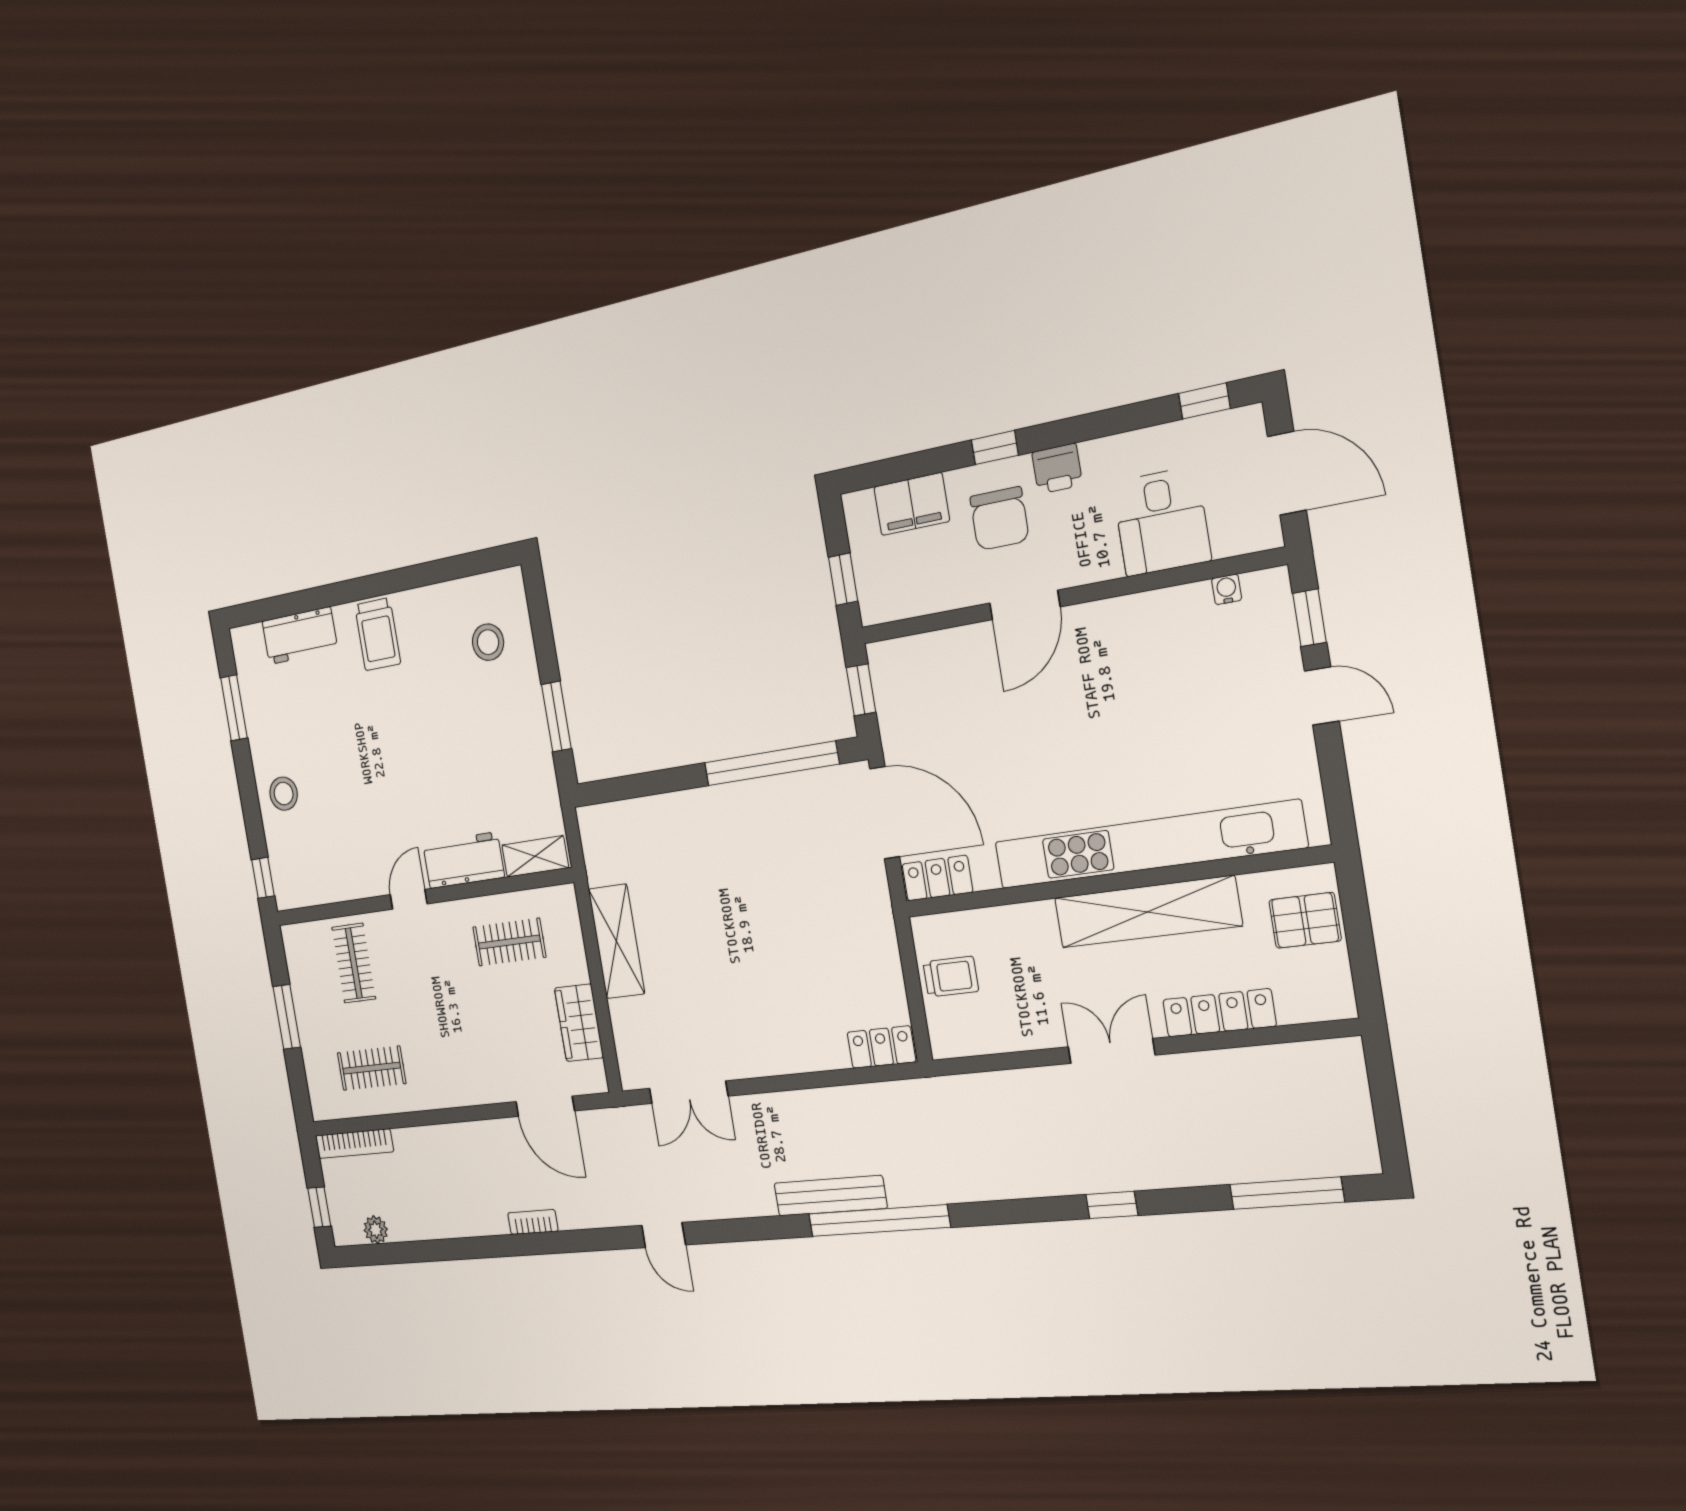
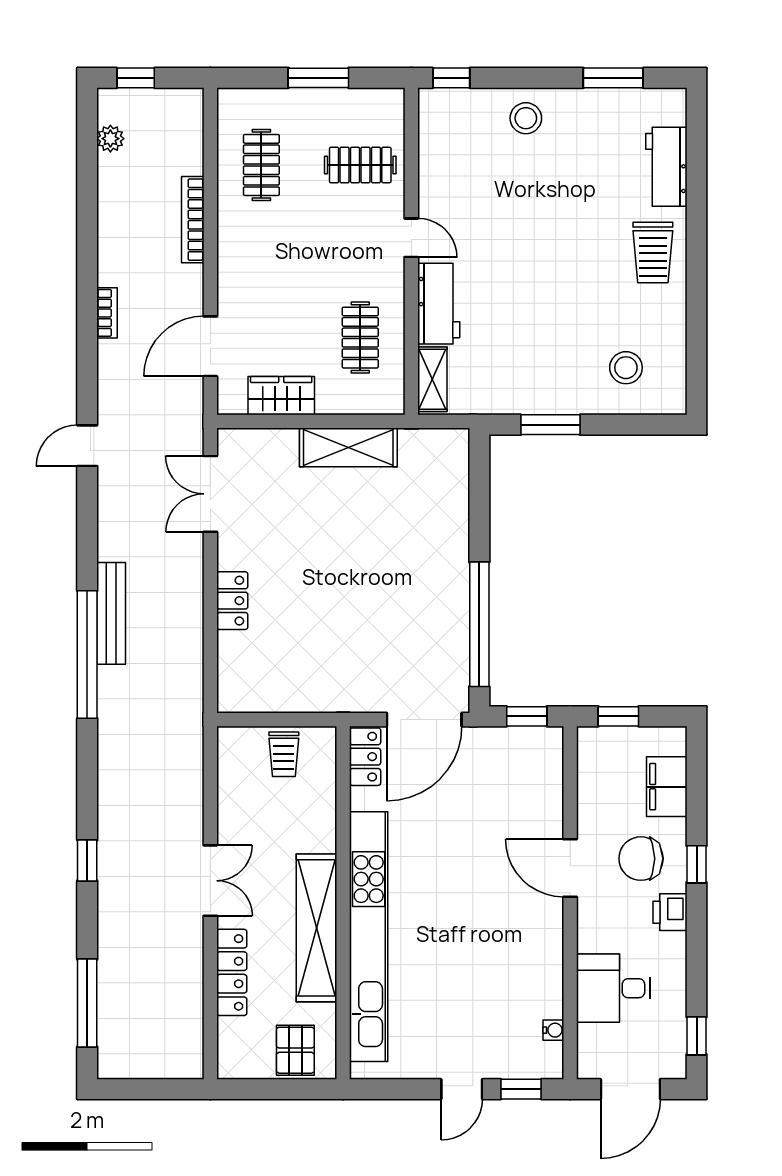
trolley: (378, 634) -> (653, 253), turned -90
locker: (881, 1047) -> (232, 601), moved
bookcase: (354, 1144) -> (193, 220), moved

